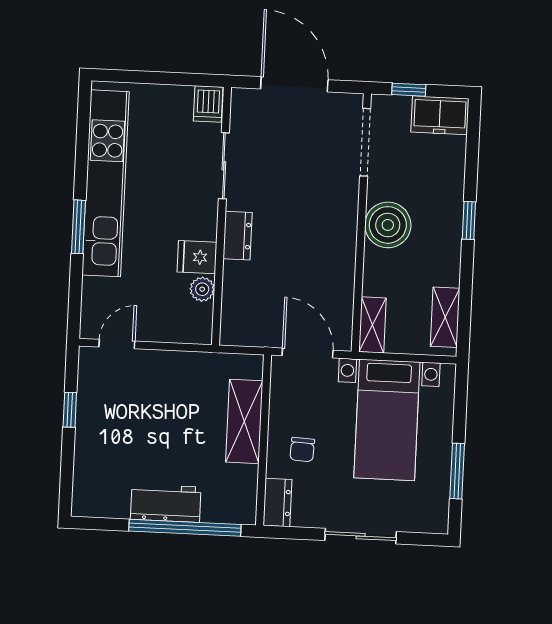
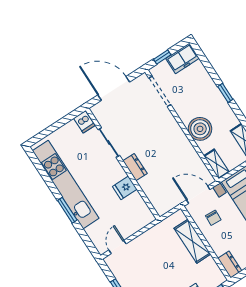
boiler: (388, 225) -> (200, 129), moved
plant: (202, 289) -> (136, 199), removed
chair: (302, 450) -> (213, 218), moved

